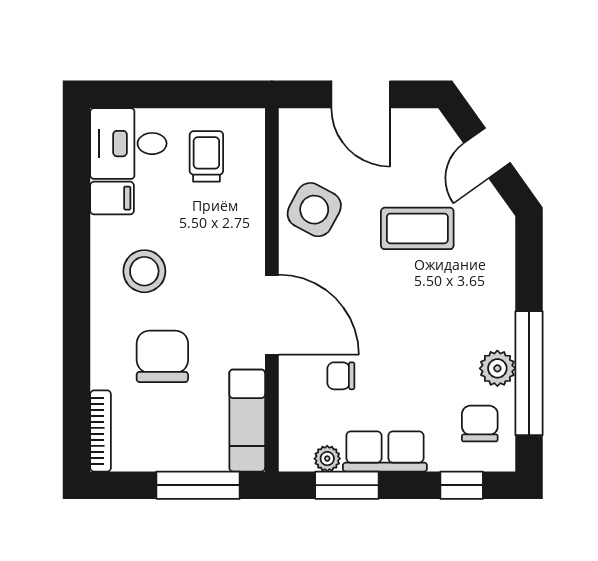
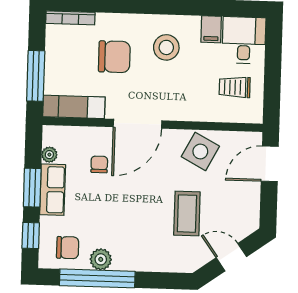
door: (361, 94) -> (270, 164), moved
trolley: (206, 156) -> (235, 87), turned 180
window: (347, 485) -> (32, 188), moved

